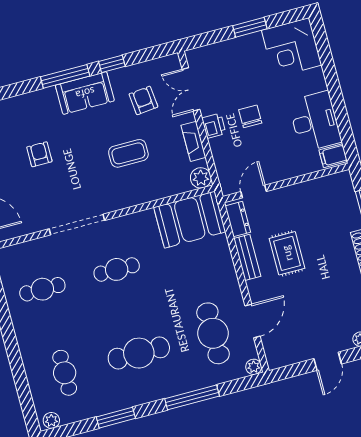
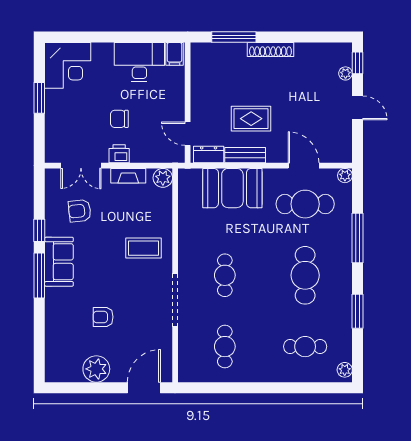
coffee table: (128, 153) -> (143, 248), moved, turned 90
booth: (190, 220) -> (232, 188), moved, turned 90

